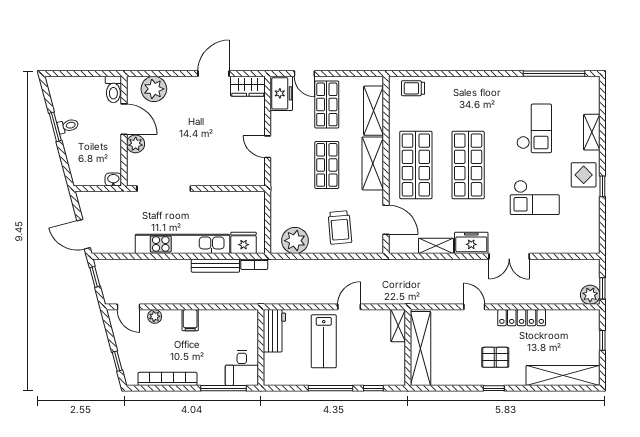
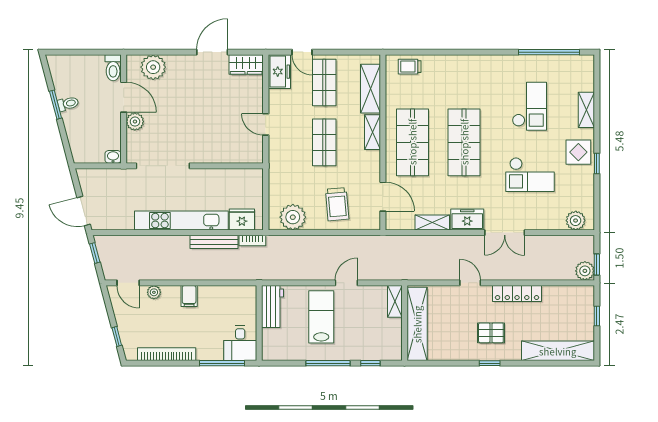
shelving: (373, 163) -> (372, 132), width x0.67, depth x0.75
plant: (581, 244) -> (576, 221), added
lab bench: (324, 341) -> (321, 317), turned 180

